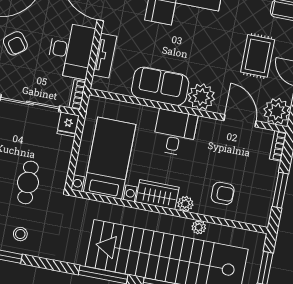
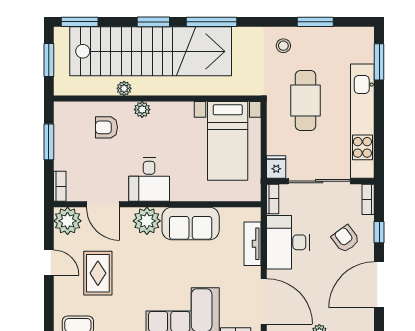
desk: (175, 133) -> (149, 180), moved
cafe table: (28, 182) -> (306, 100), width x1.37, depth x1.35
wardrobe: (157, 195) -> (172, 113), removed
stool: (20, 234) -> (283, 46), moved

